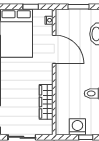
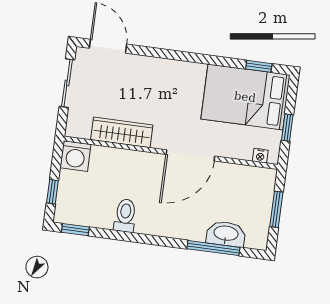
door: (54, 49) -> (190, 155), moved
washing machine: (77, 127) -> (75, 156), moved, turned 90

